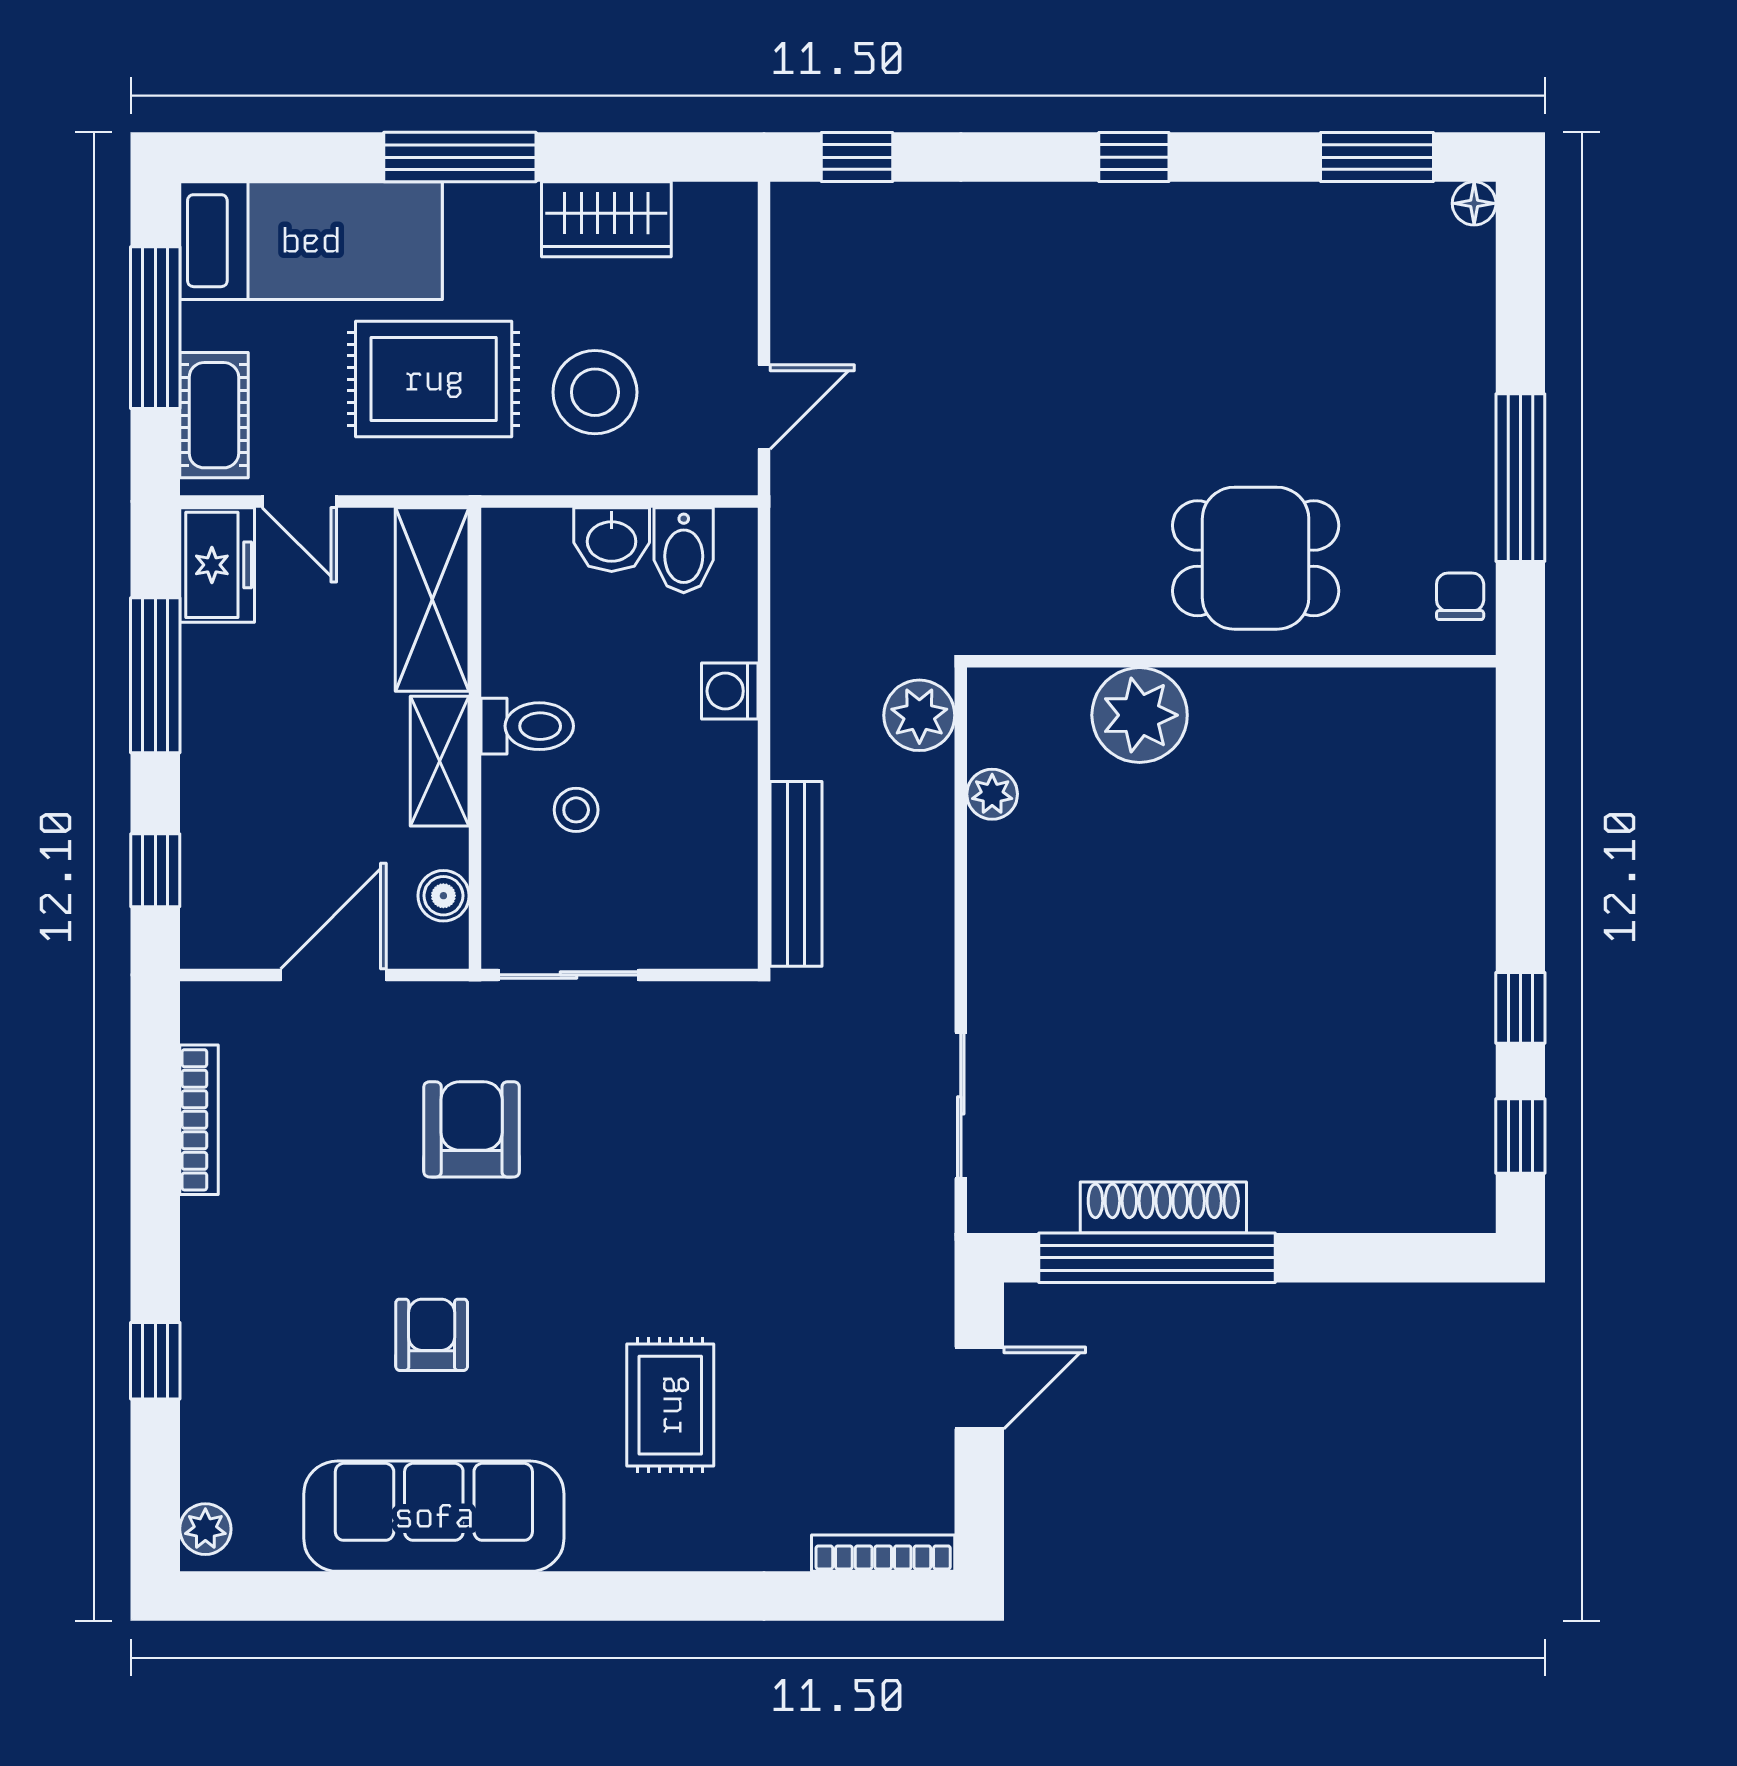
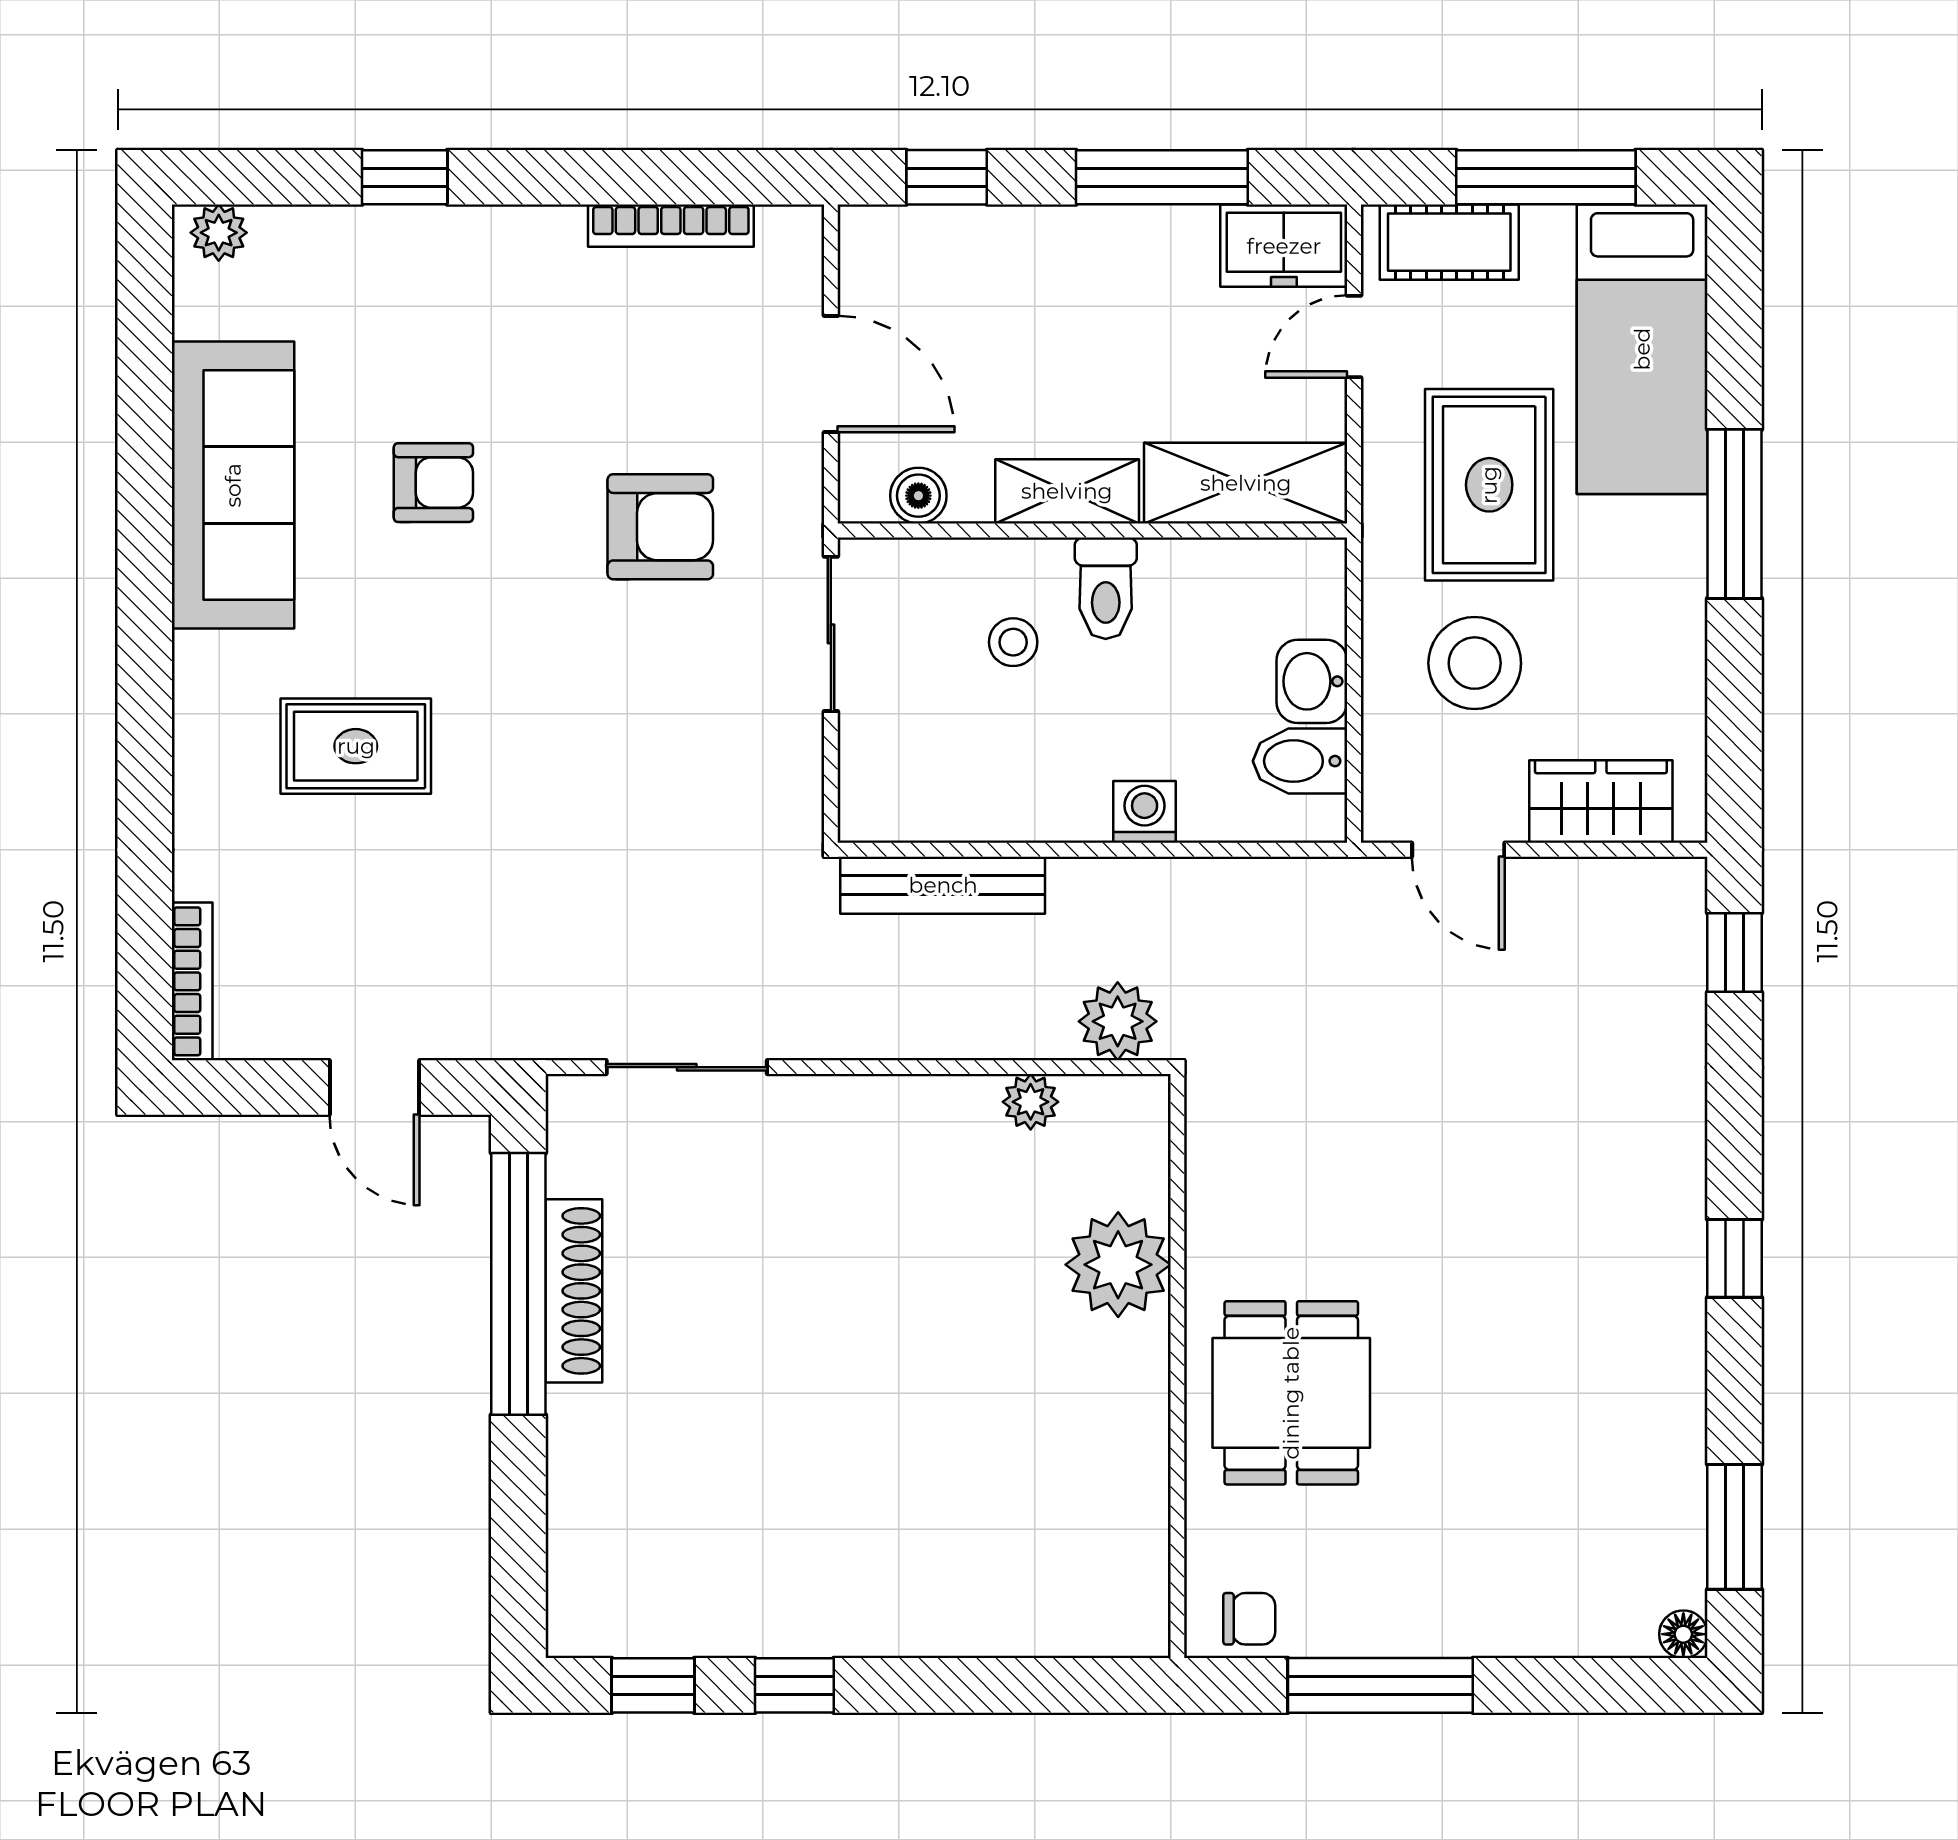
wardrobe: (606, 219) -> (1601, 802), moved, turned 90

